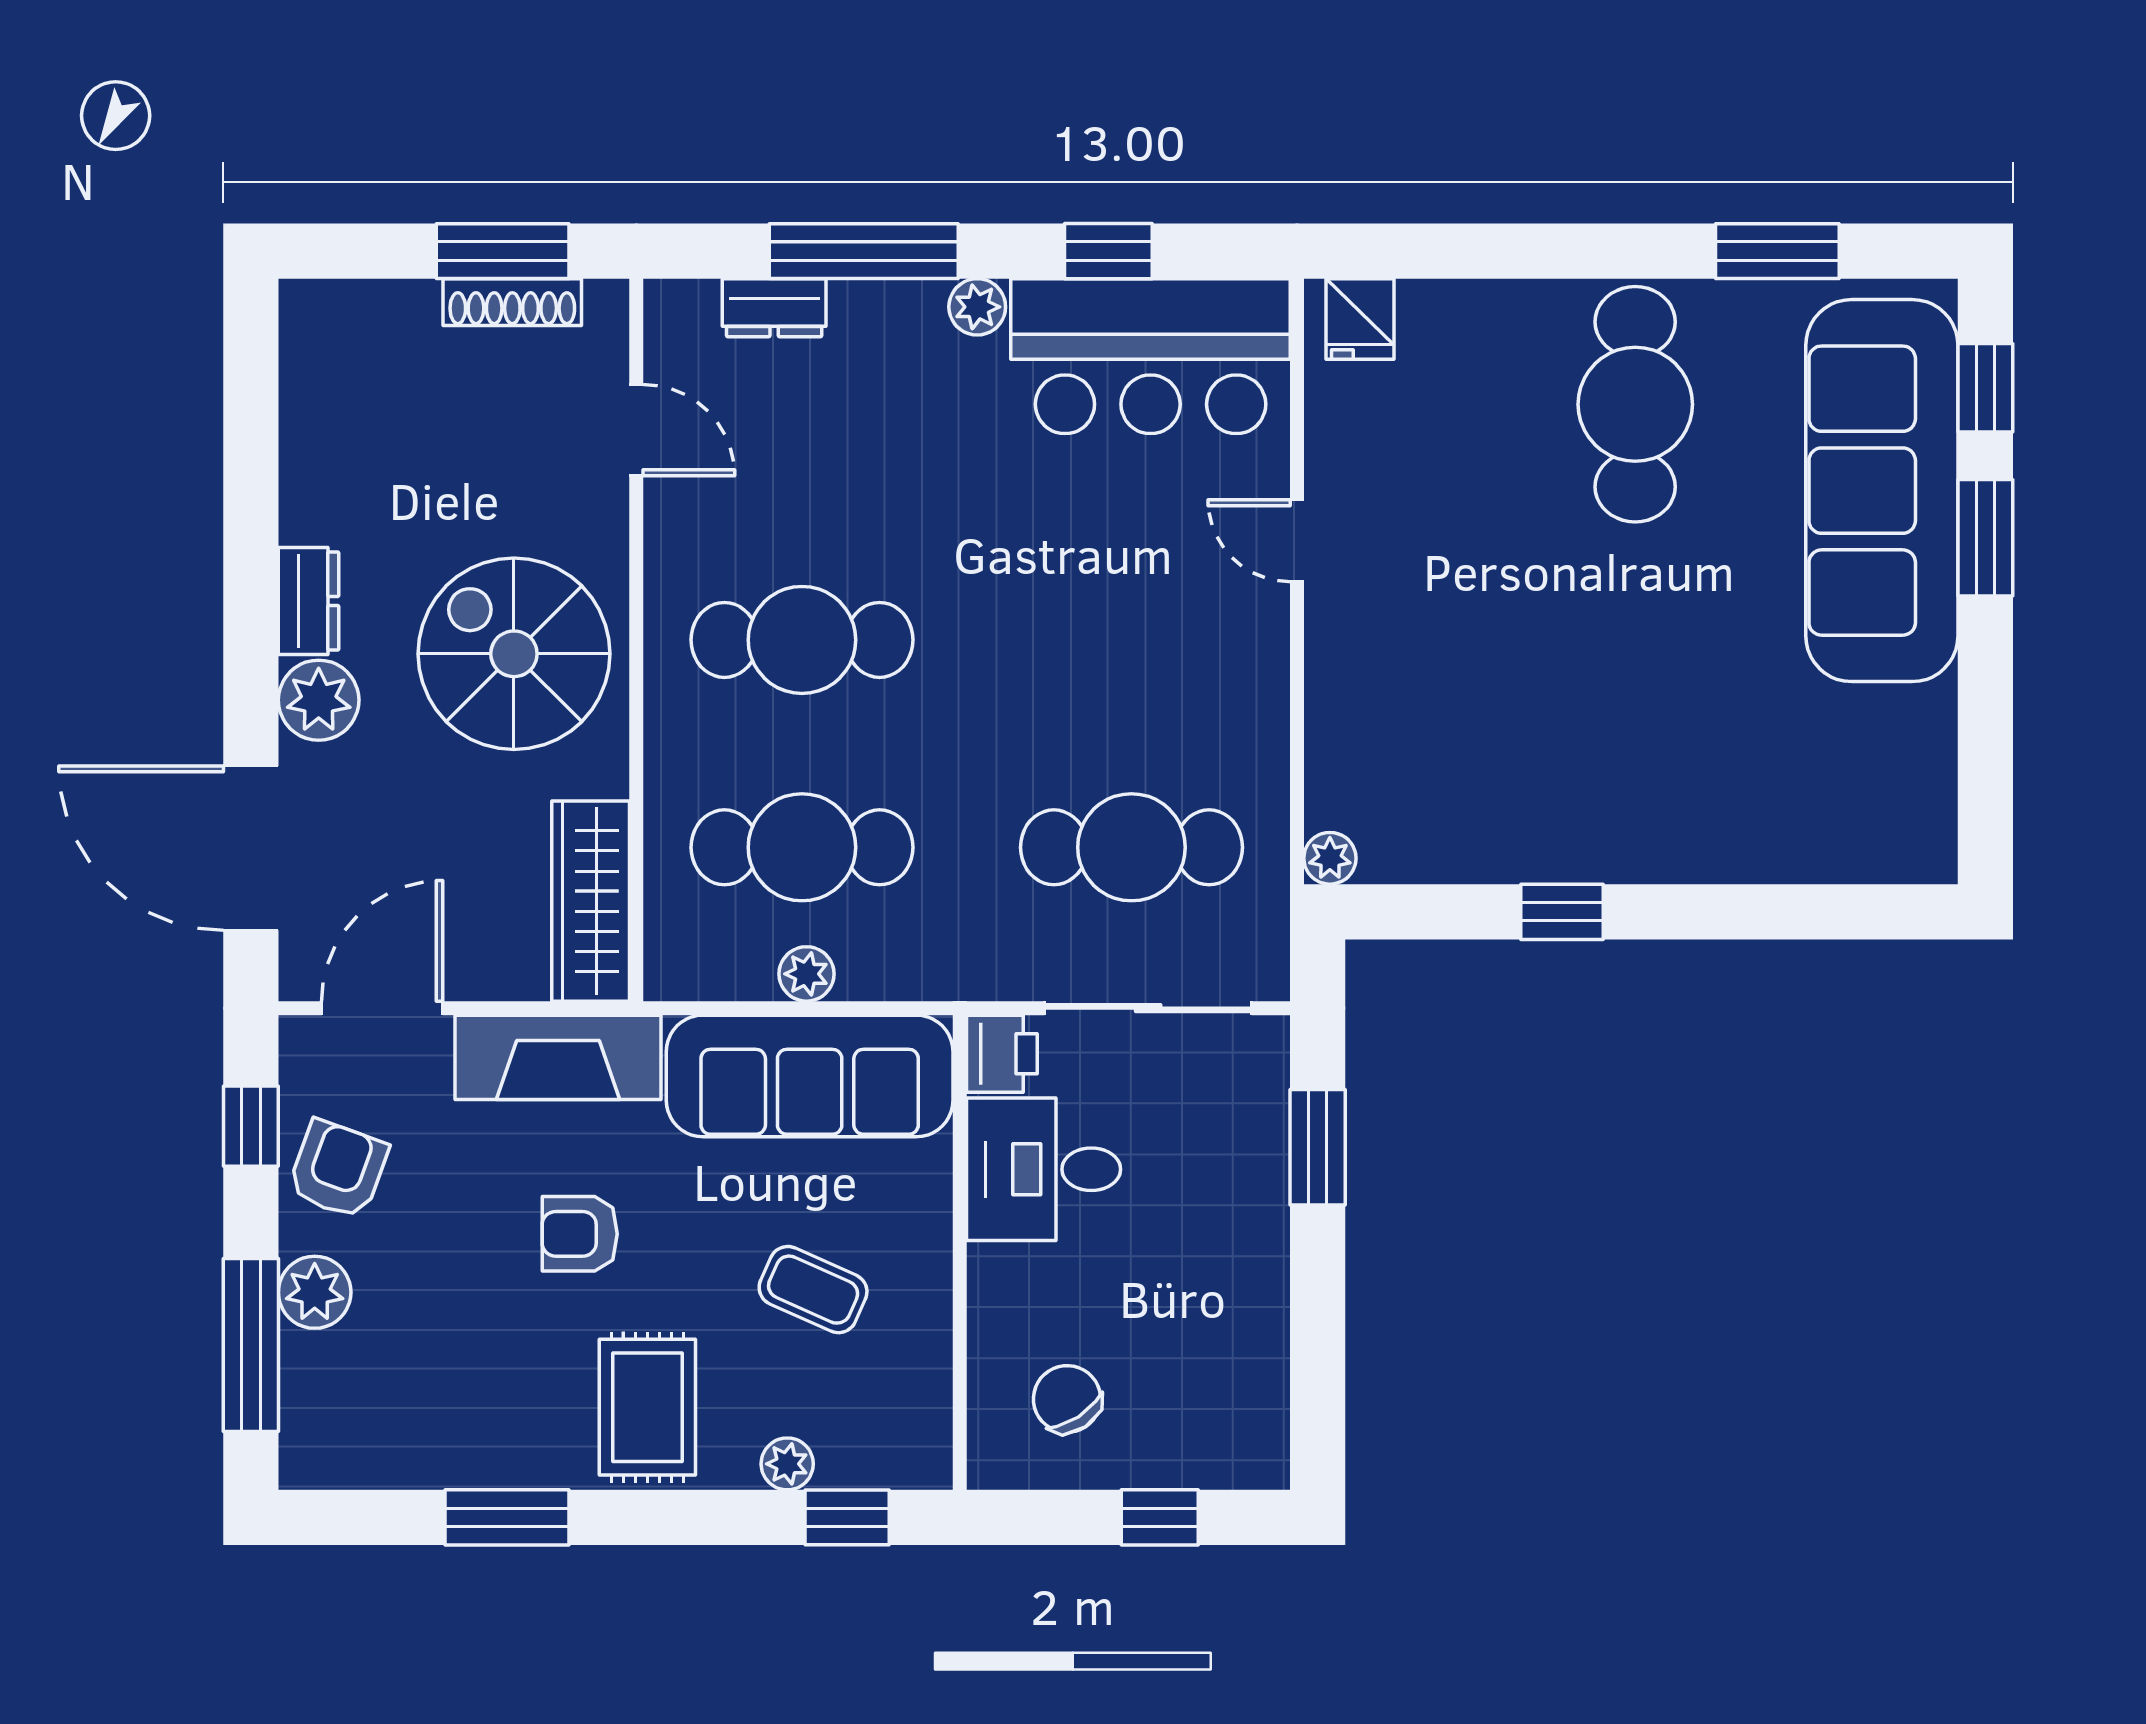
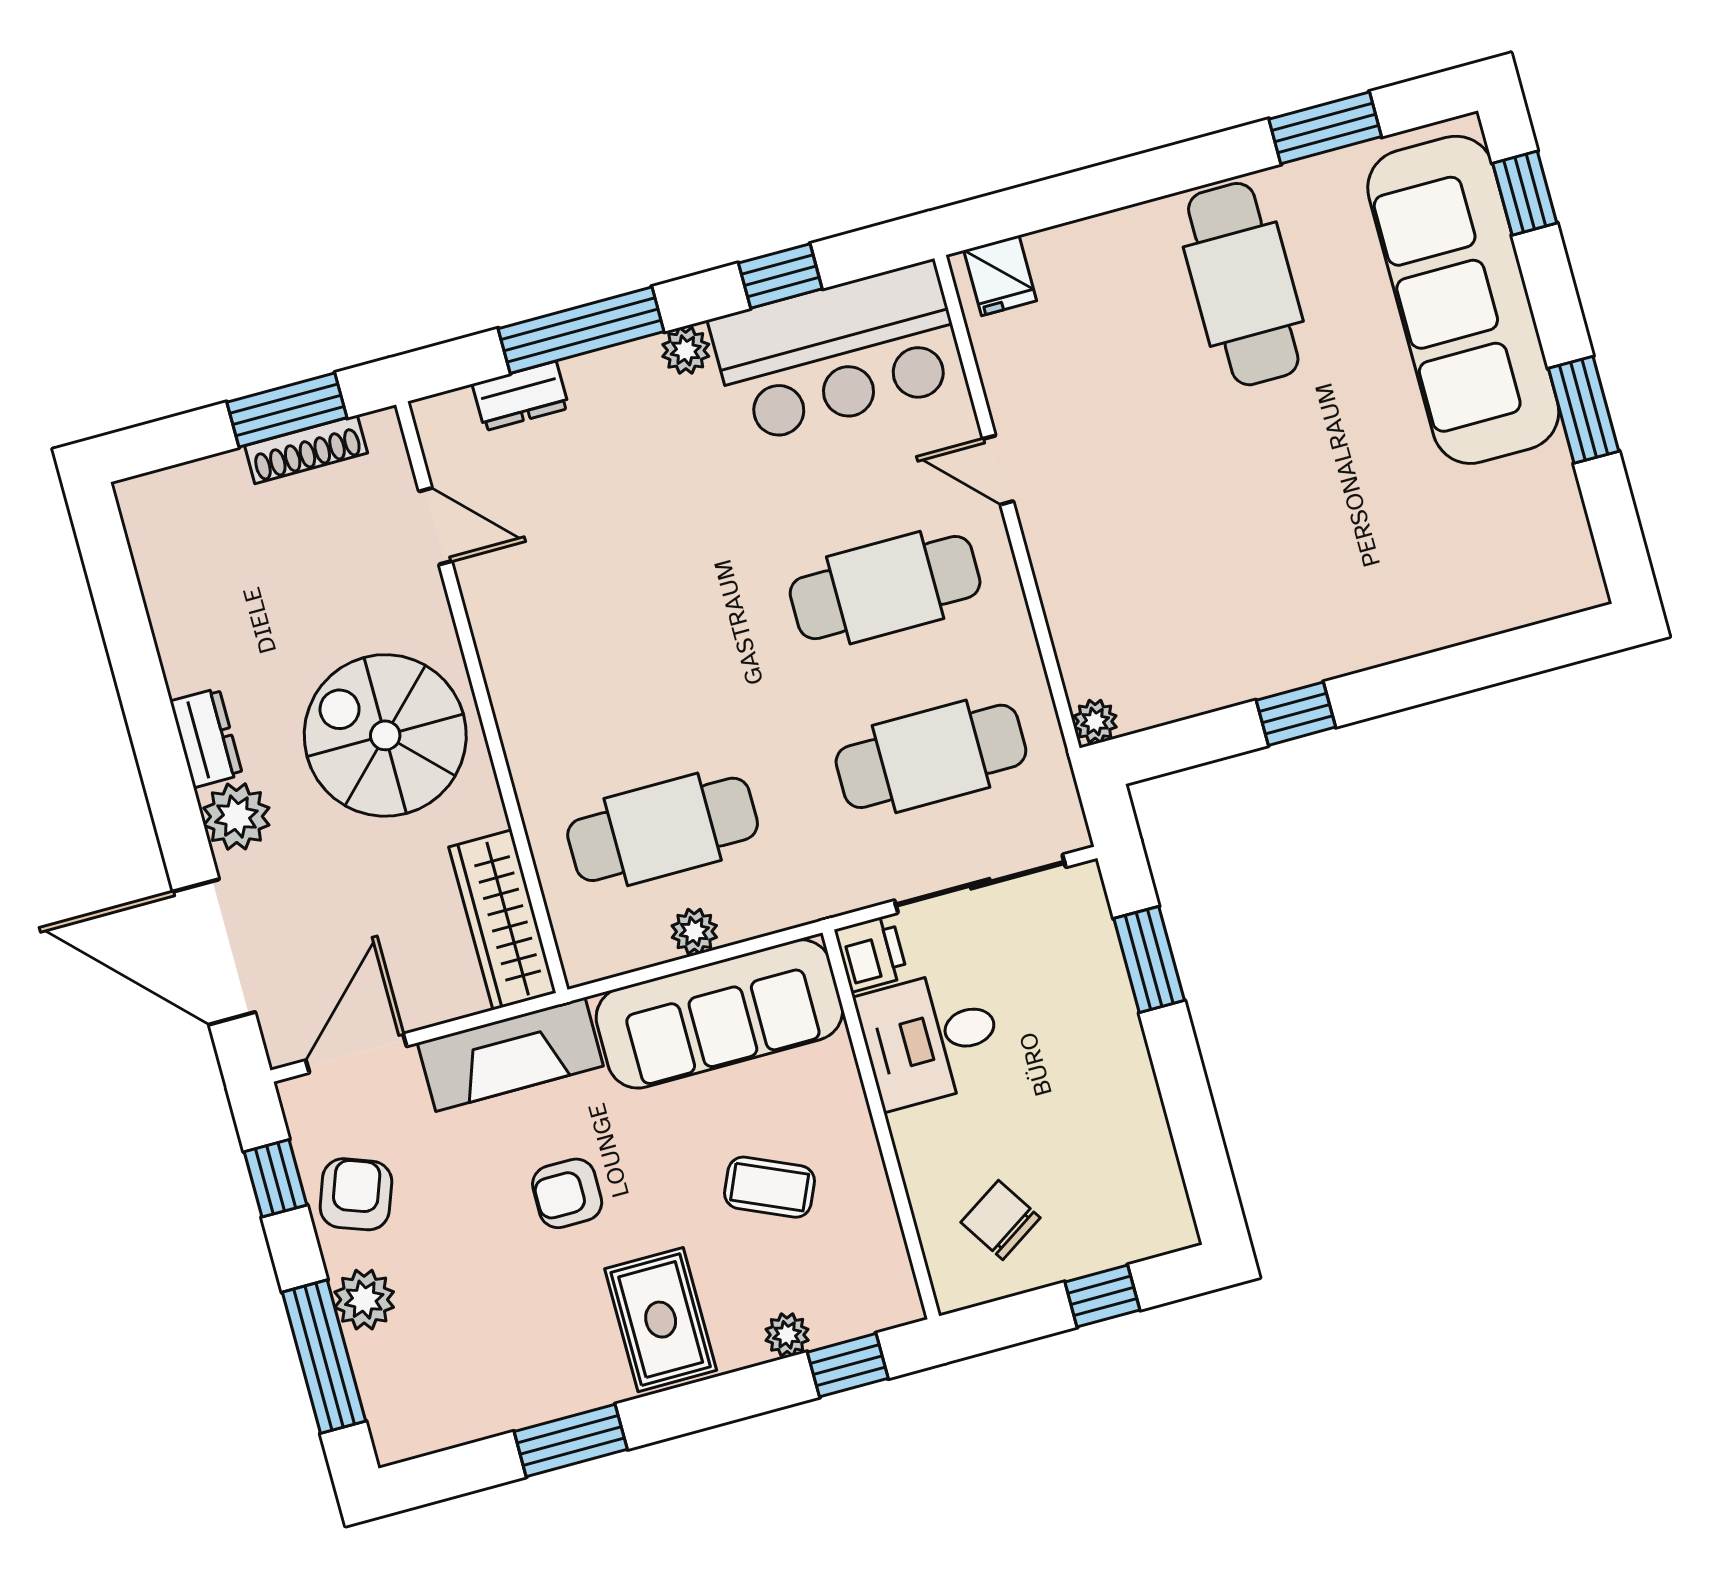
window: (1985, 538) -> (1584, 410), moved
cafe table: (802, 640) -> (885, 588), moved

